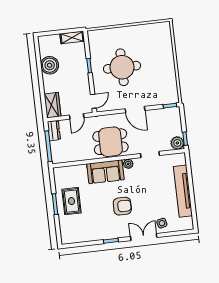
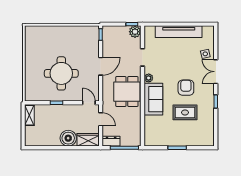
boiler: (50, 65) -> (68, 138), moved
rug: (71, 201) -> (185, 112), moved

